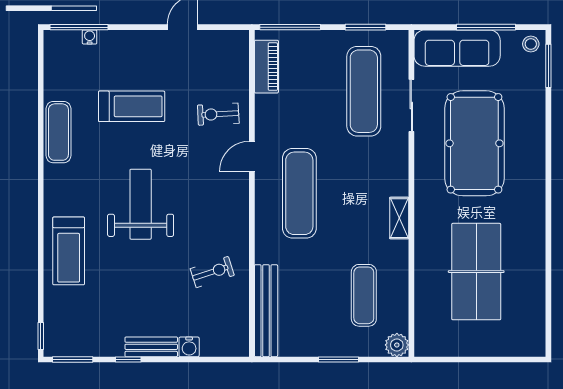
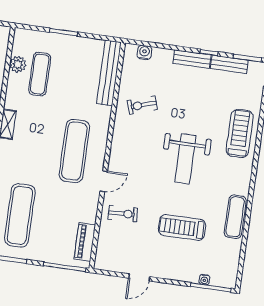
plant: (397, 345) -> (18, 64), moved
bench: (97, 347) -> (229, 64), added
water cooler: (189, 347) -> (144, 52), moved

